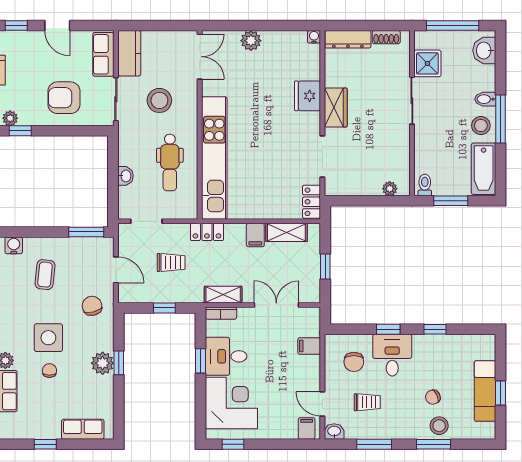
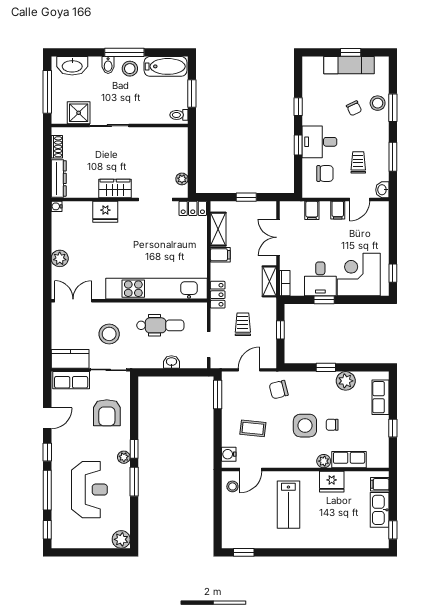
washbasin: (484, 51) -> (72, 66), width x1.38
plant: (390, 189) -> (182, 179), moved
plant: (103, 363) -> (346, 381), moved
filing cabinet: (307, 428) -> (338, 210), moved, turned -90

